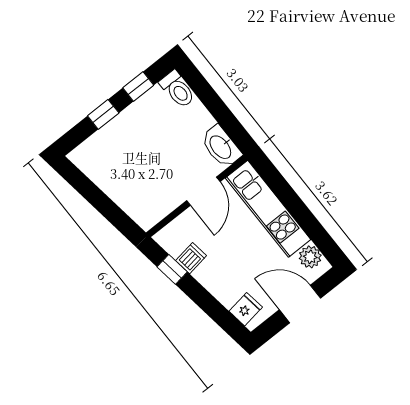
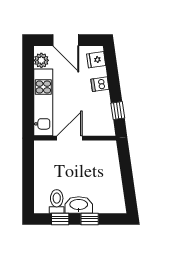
toilet: (177, 89) -> (57, 201), moved
washbasin: (221, 147) -> (79, 205), moved, turned -90
dishwasher: (191, 258) -> (100, 84), moved

